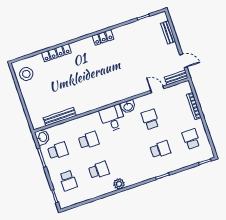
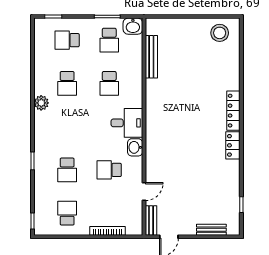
locker: (56, 53) -> (233, 111), moved
school desk: (150, 119) -> (109, 170), turned 180
school desk: (191, 139) -> (67, 213), turned -90

